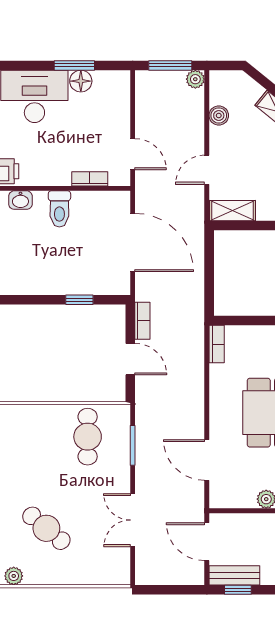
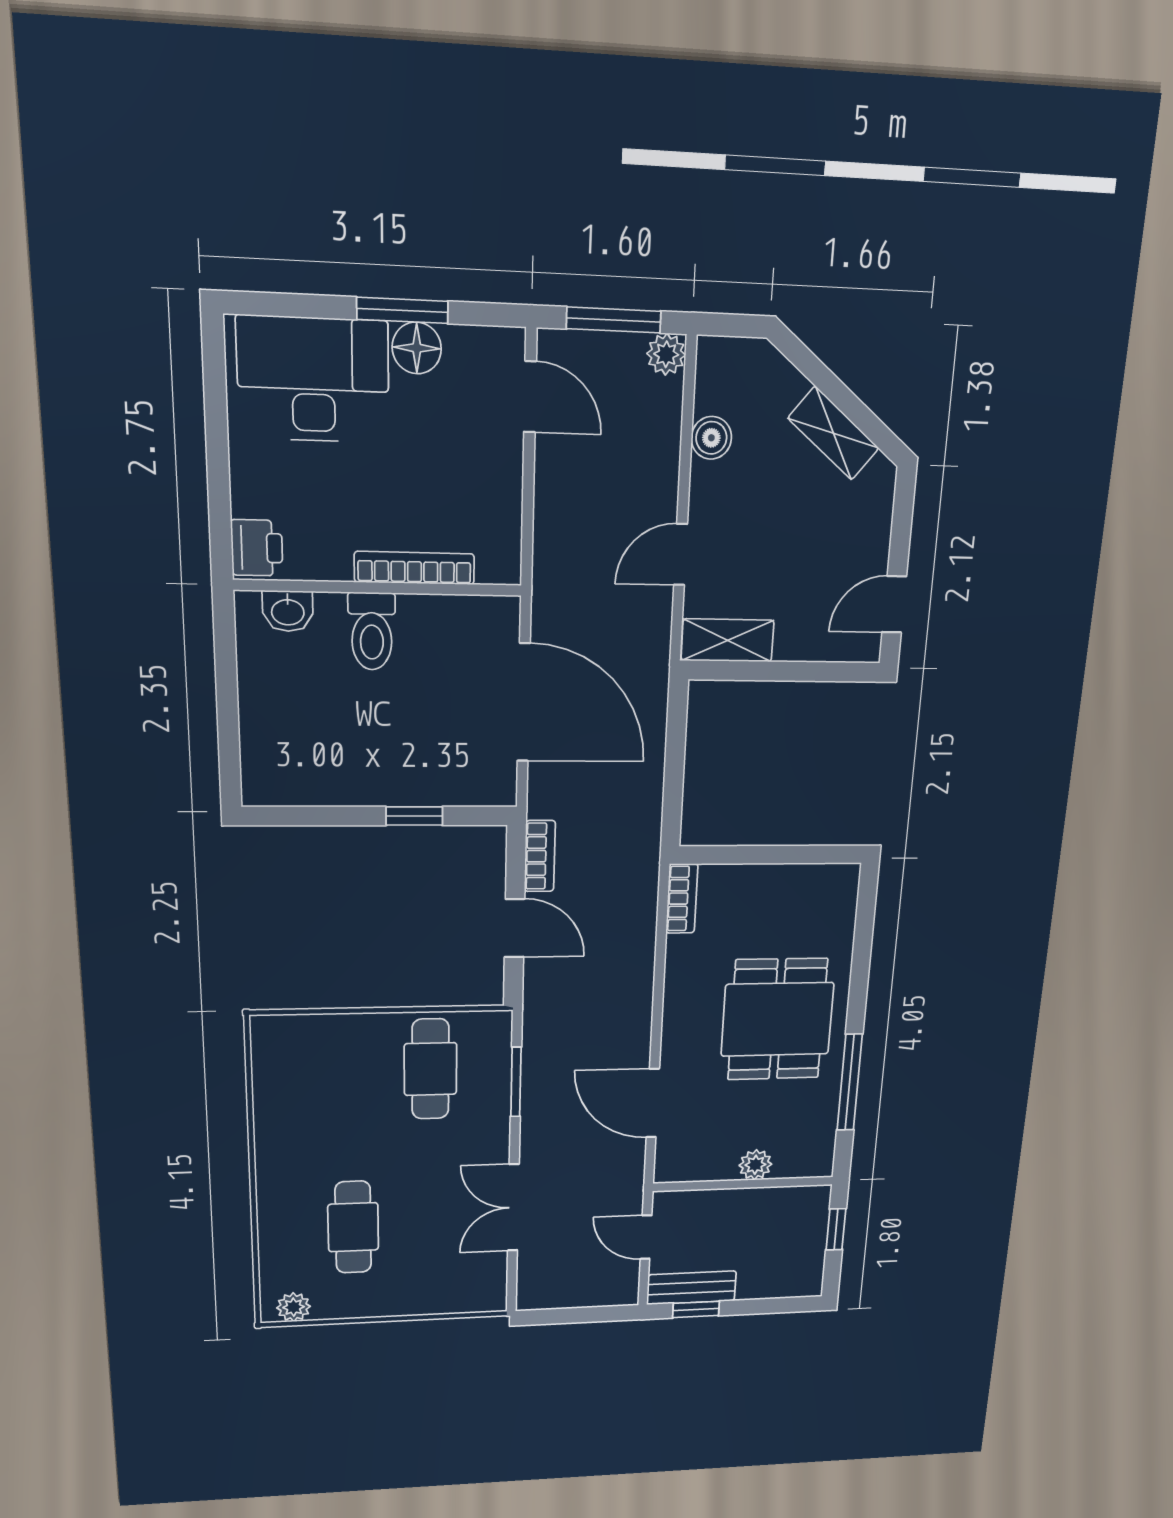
door: (133, 154) -> (530, 397), moved
bookcase: (90, 179) -> (414, 568), width x1.56
cafe table: (46, 528) -> (353, 1227), turned 50
door: (207, 542) -> (646, 1237), width x0.73

